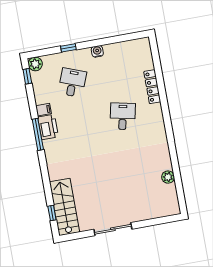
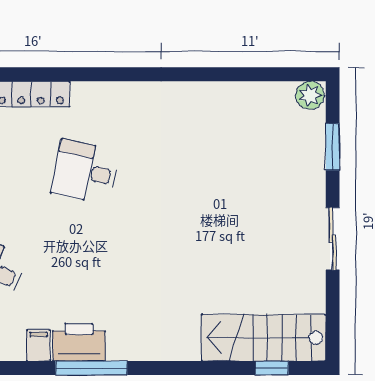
plant: (168, 177) -> (310, 95), moved
window: (153, 222) -> (333, 147), added
sliding door: (113, 229) -> (333, 239), width x0.73

